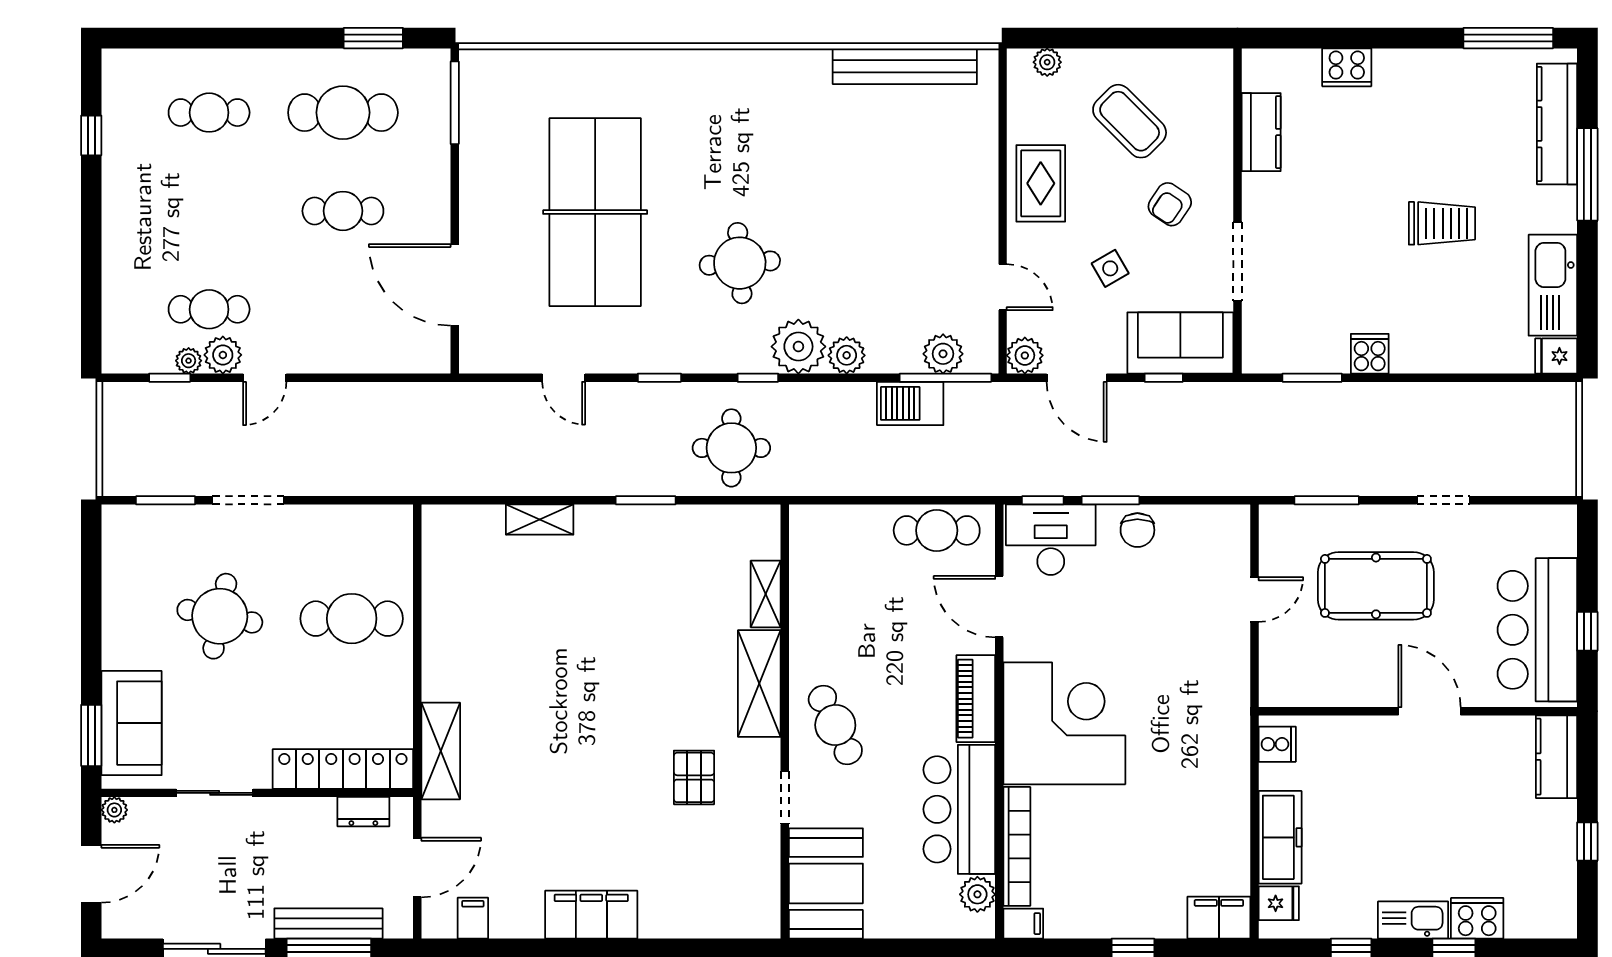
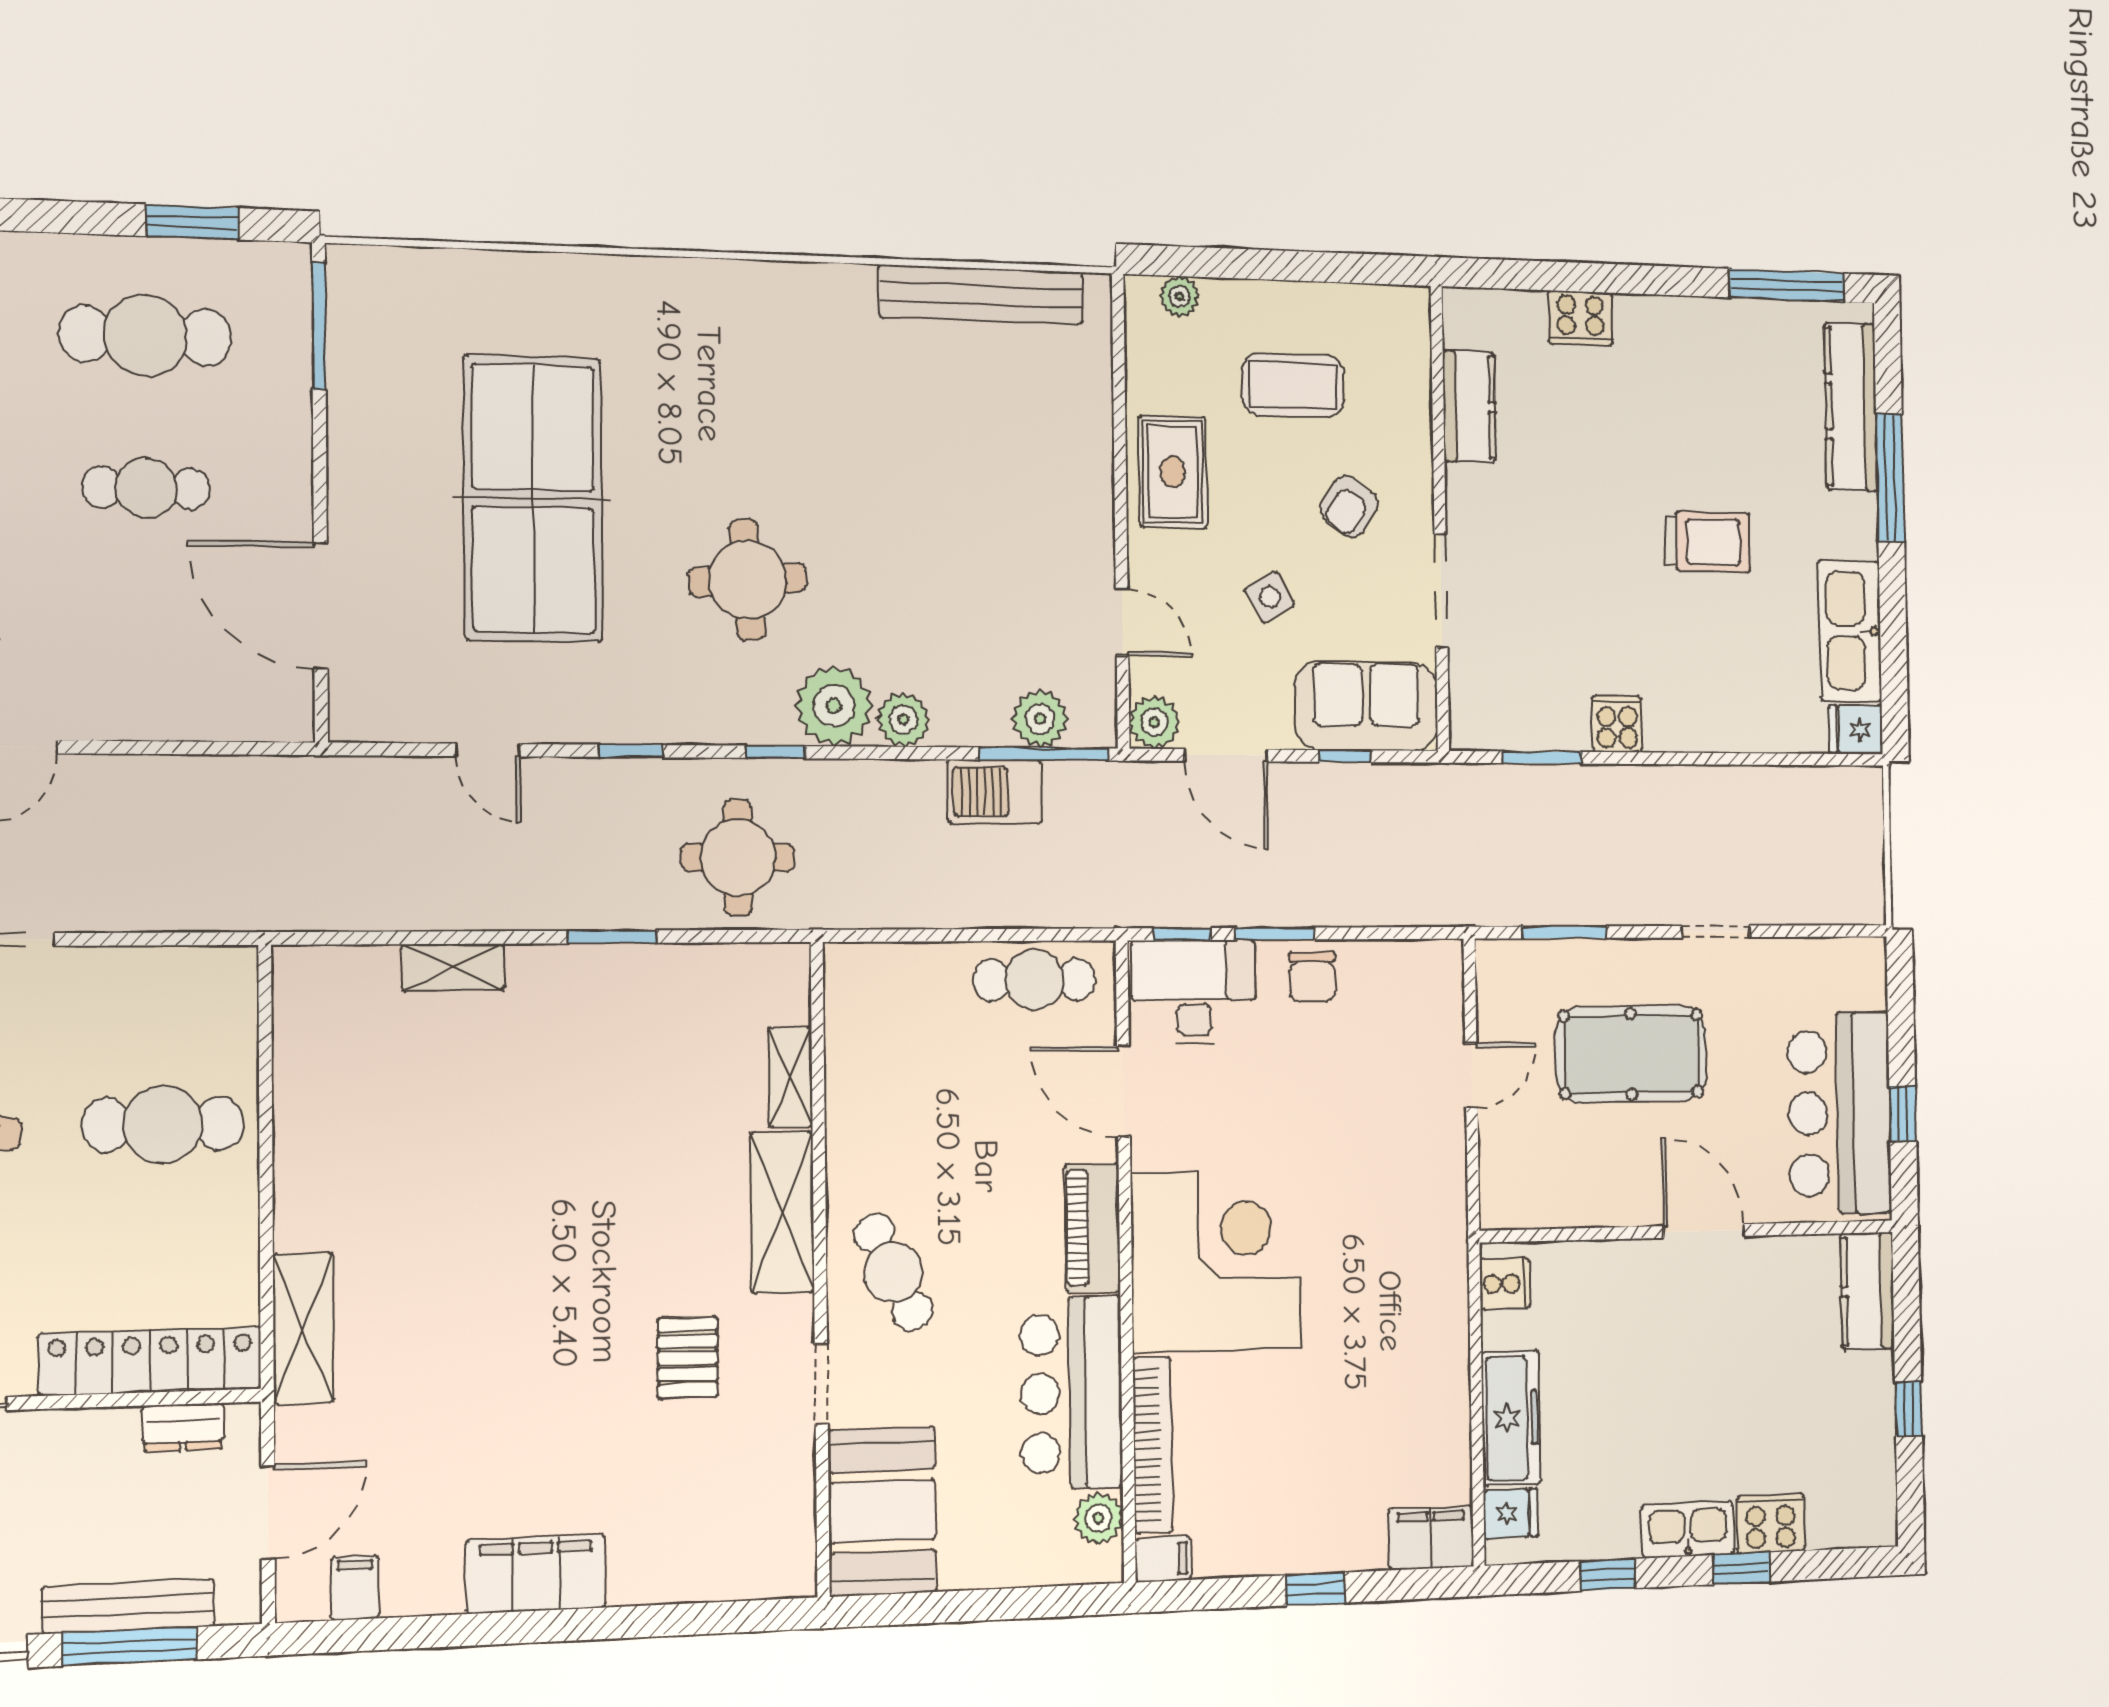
coffee table: (1130, 121) -> (1293, 385), turned -45

